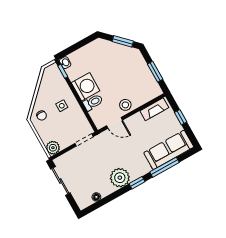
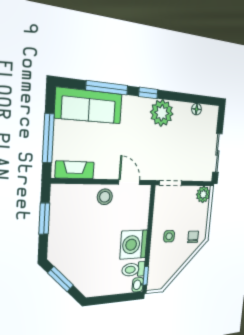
toilet: (93, 102) -> (133, 269), moved
window: (181, 117) -> (48, 138), width x2.17

